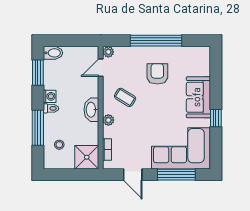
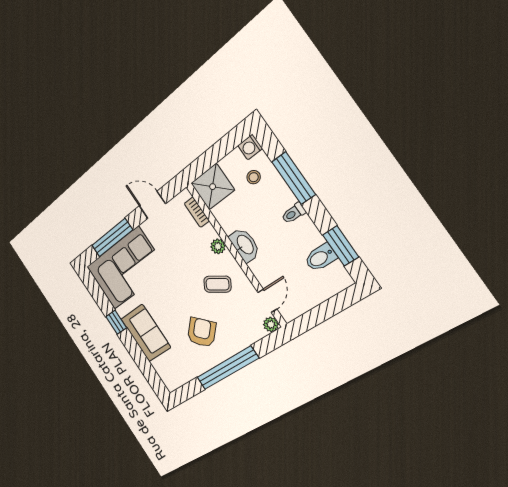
bidet: (53, 53) -> (320, 258), moved
armchair: (157, 74) -> (202, 332), turned -136
washing machine: (50, 96) -> (250, 147), moved

